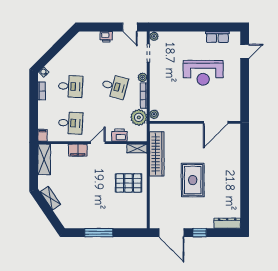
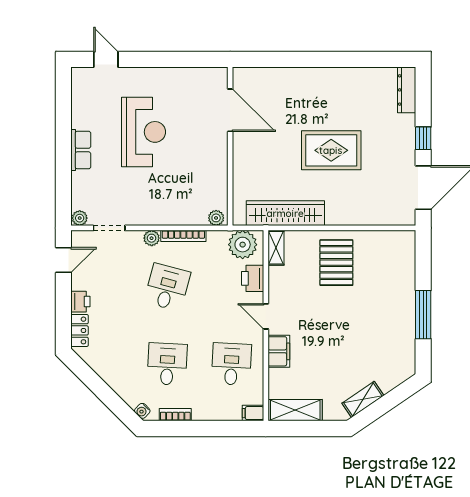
locker: (90, 36) -> (80, 330), added
row of seats: (217, 37) -> (81, 150), moved
plant: (139, 117) -> (243, 245), moved

